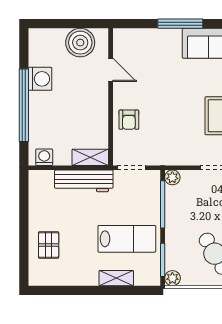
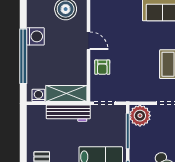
door: (111, 70) -> (88, 41), moved
shelving: (90, 157) -> (66, 93), width x1.50, depth x1.33
plant: (172, 177) -> (140, 116), width x1.88, depth x1.88

